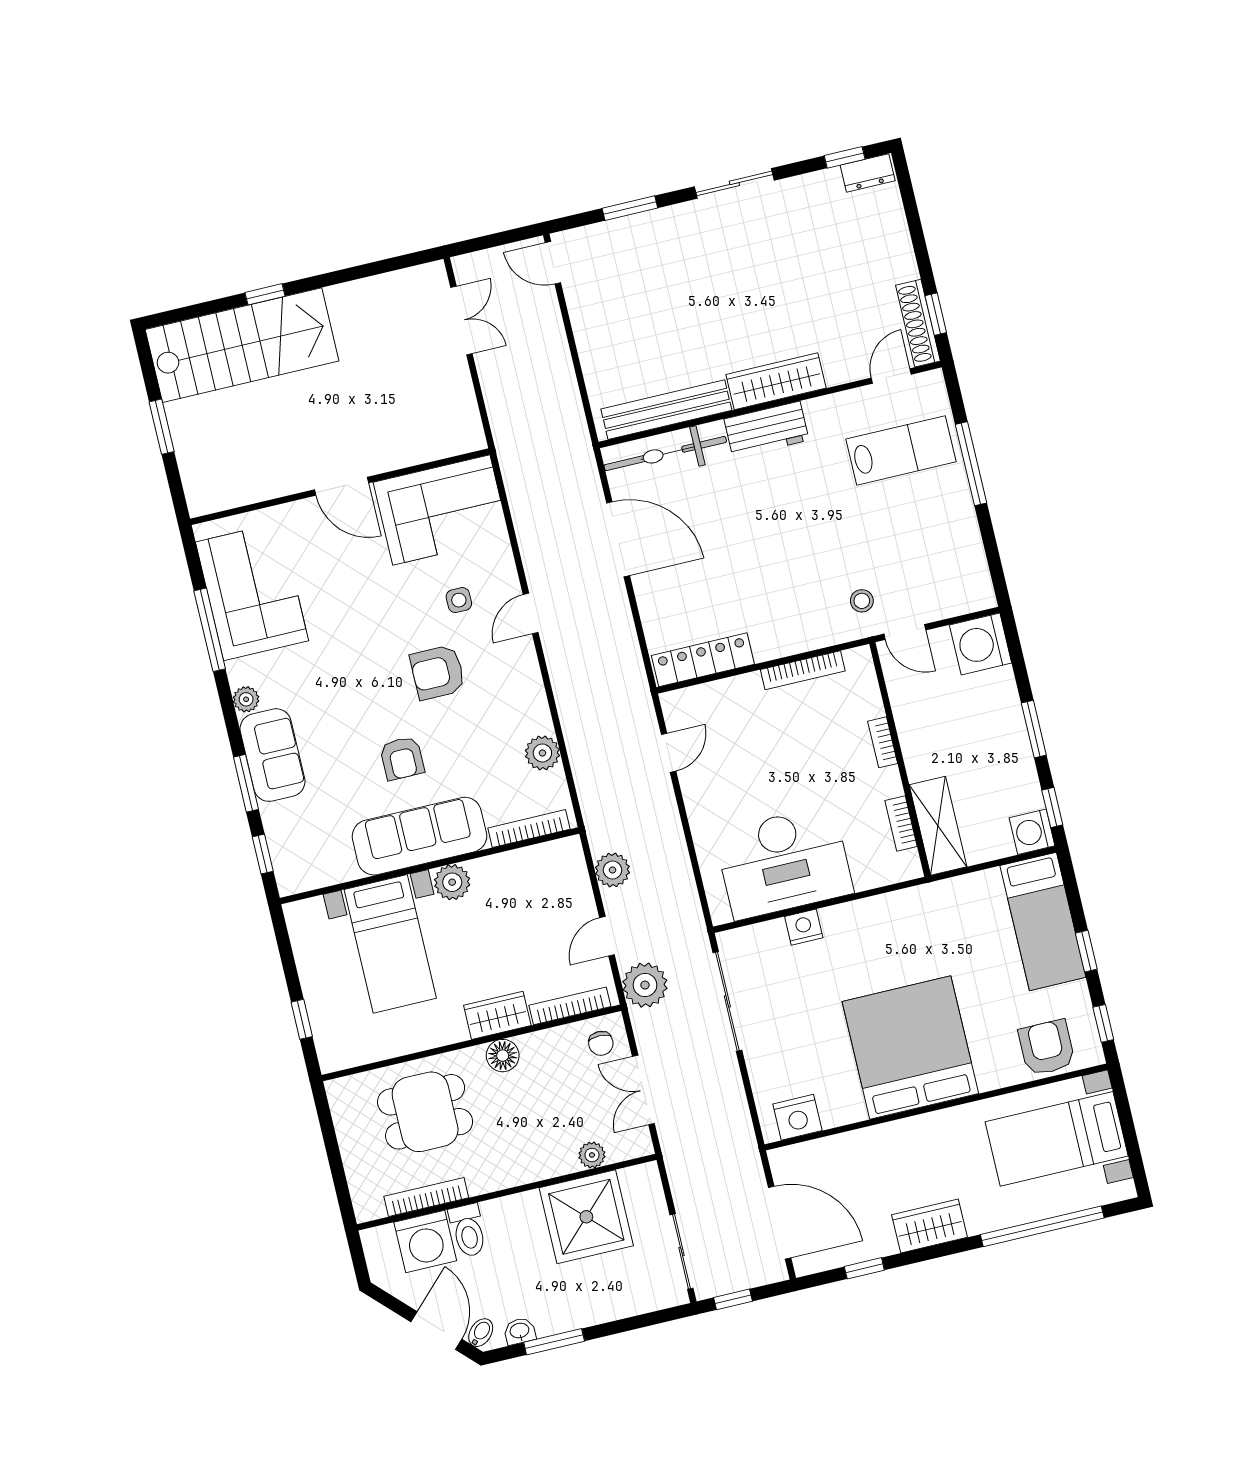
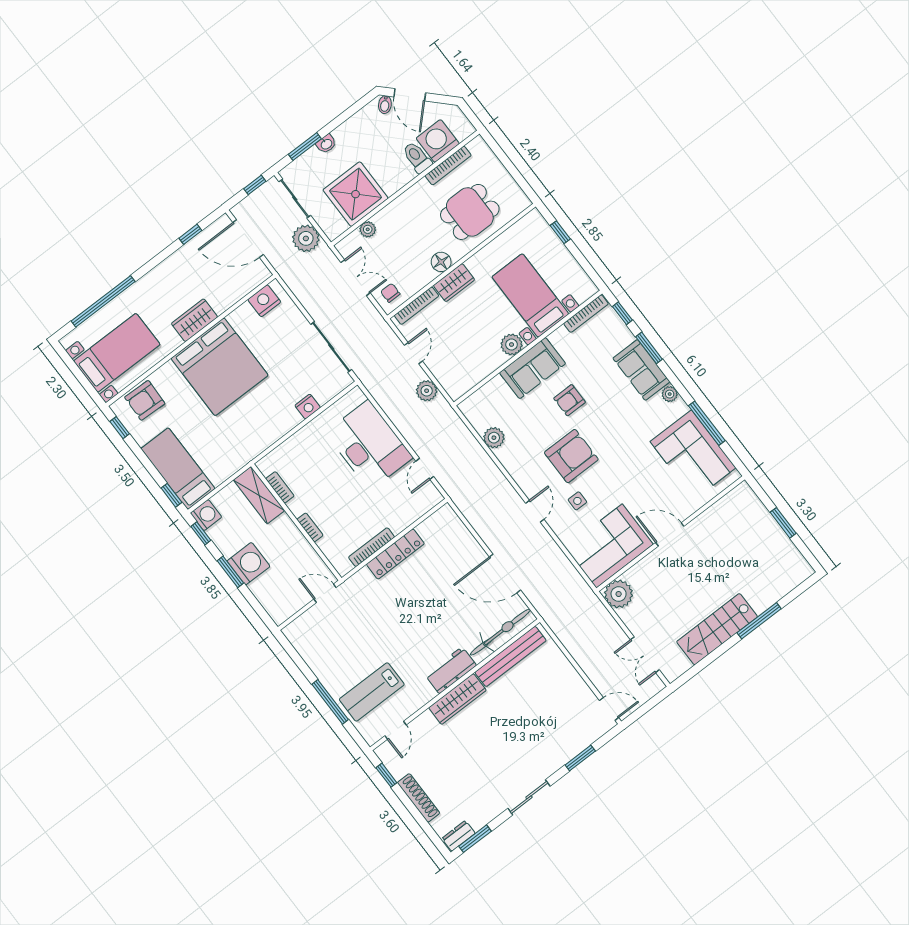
window: (845, 157) -> (475, 839), width x1.50
window: (265, 294) -> (759, 621), width x2.17
shoe rack: (918, 323) -> (418, 798), moved
stairs: (242, 345) -> (717, 629), moved, width x0.73, depth x0.66
plant: (460, 431) -> (619, 594), added
stool: (862, 601) -> (356, 600), removed
washing machine: (981, 644) -> (248, 564), moved
locker: (703, 660) -> (395, 554), moved
armchair: (438, 672) -> (571, 456), width x1.36, depth x1.36
armchair: (402, 758) -> (570, 400), turned -90
bookcase: (529, 829) -> (586, 314), moved
sofa: (419, 836) -> (533, 368), width x0.73
desk: (784, 862) -> (369, 445), moved, turned 90
window: (1086, 951) -> (171, 495), moved
plant: (645, 985) -> (306, 238), moved
armchair: (1047, 1048) -> (145, 400), turned 92
wardrobe: (929, 1226) -> (194, 320), moved, turned 180
washbasin: (520, 1331) -> (326, 144), moved
window: (554, 1342) -> (305, 147), moved

